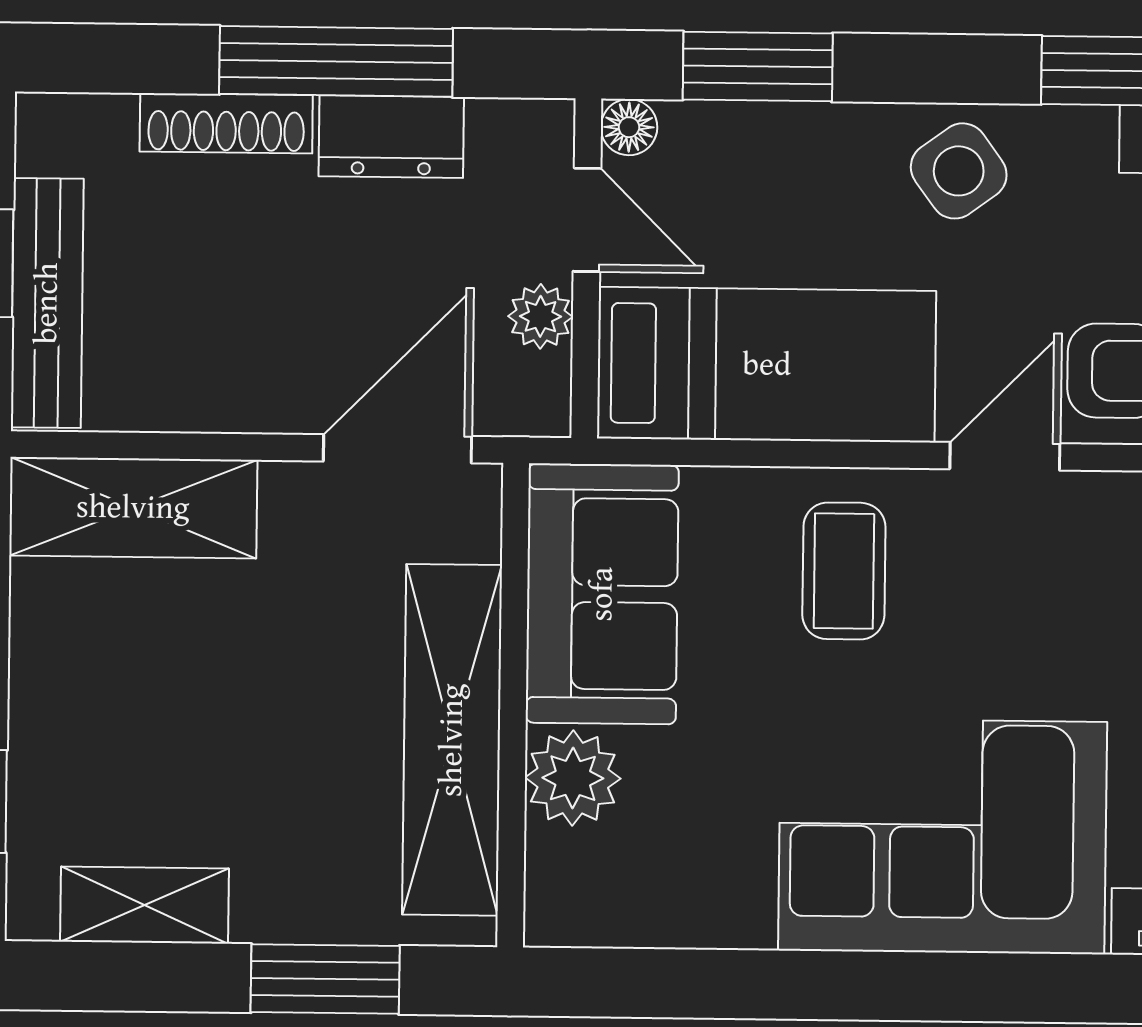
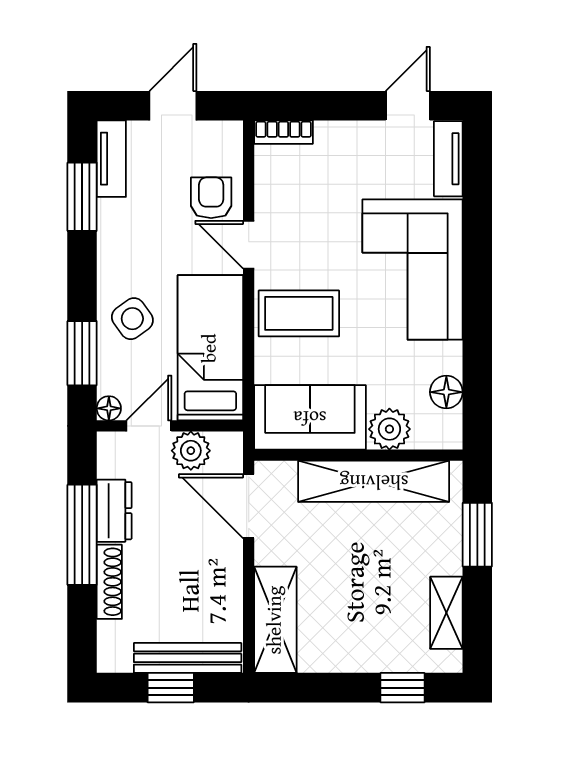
side table: (959, 171) -> (132, 319), moved
plant: (540, 316) -> (191, 451), width x1.38, depth x1.38
coffee table: (844, 571) -> (299, 313), width x1.36, depth x1.30
floor lamp: (657, 911) -> (446, 392), added

